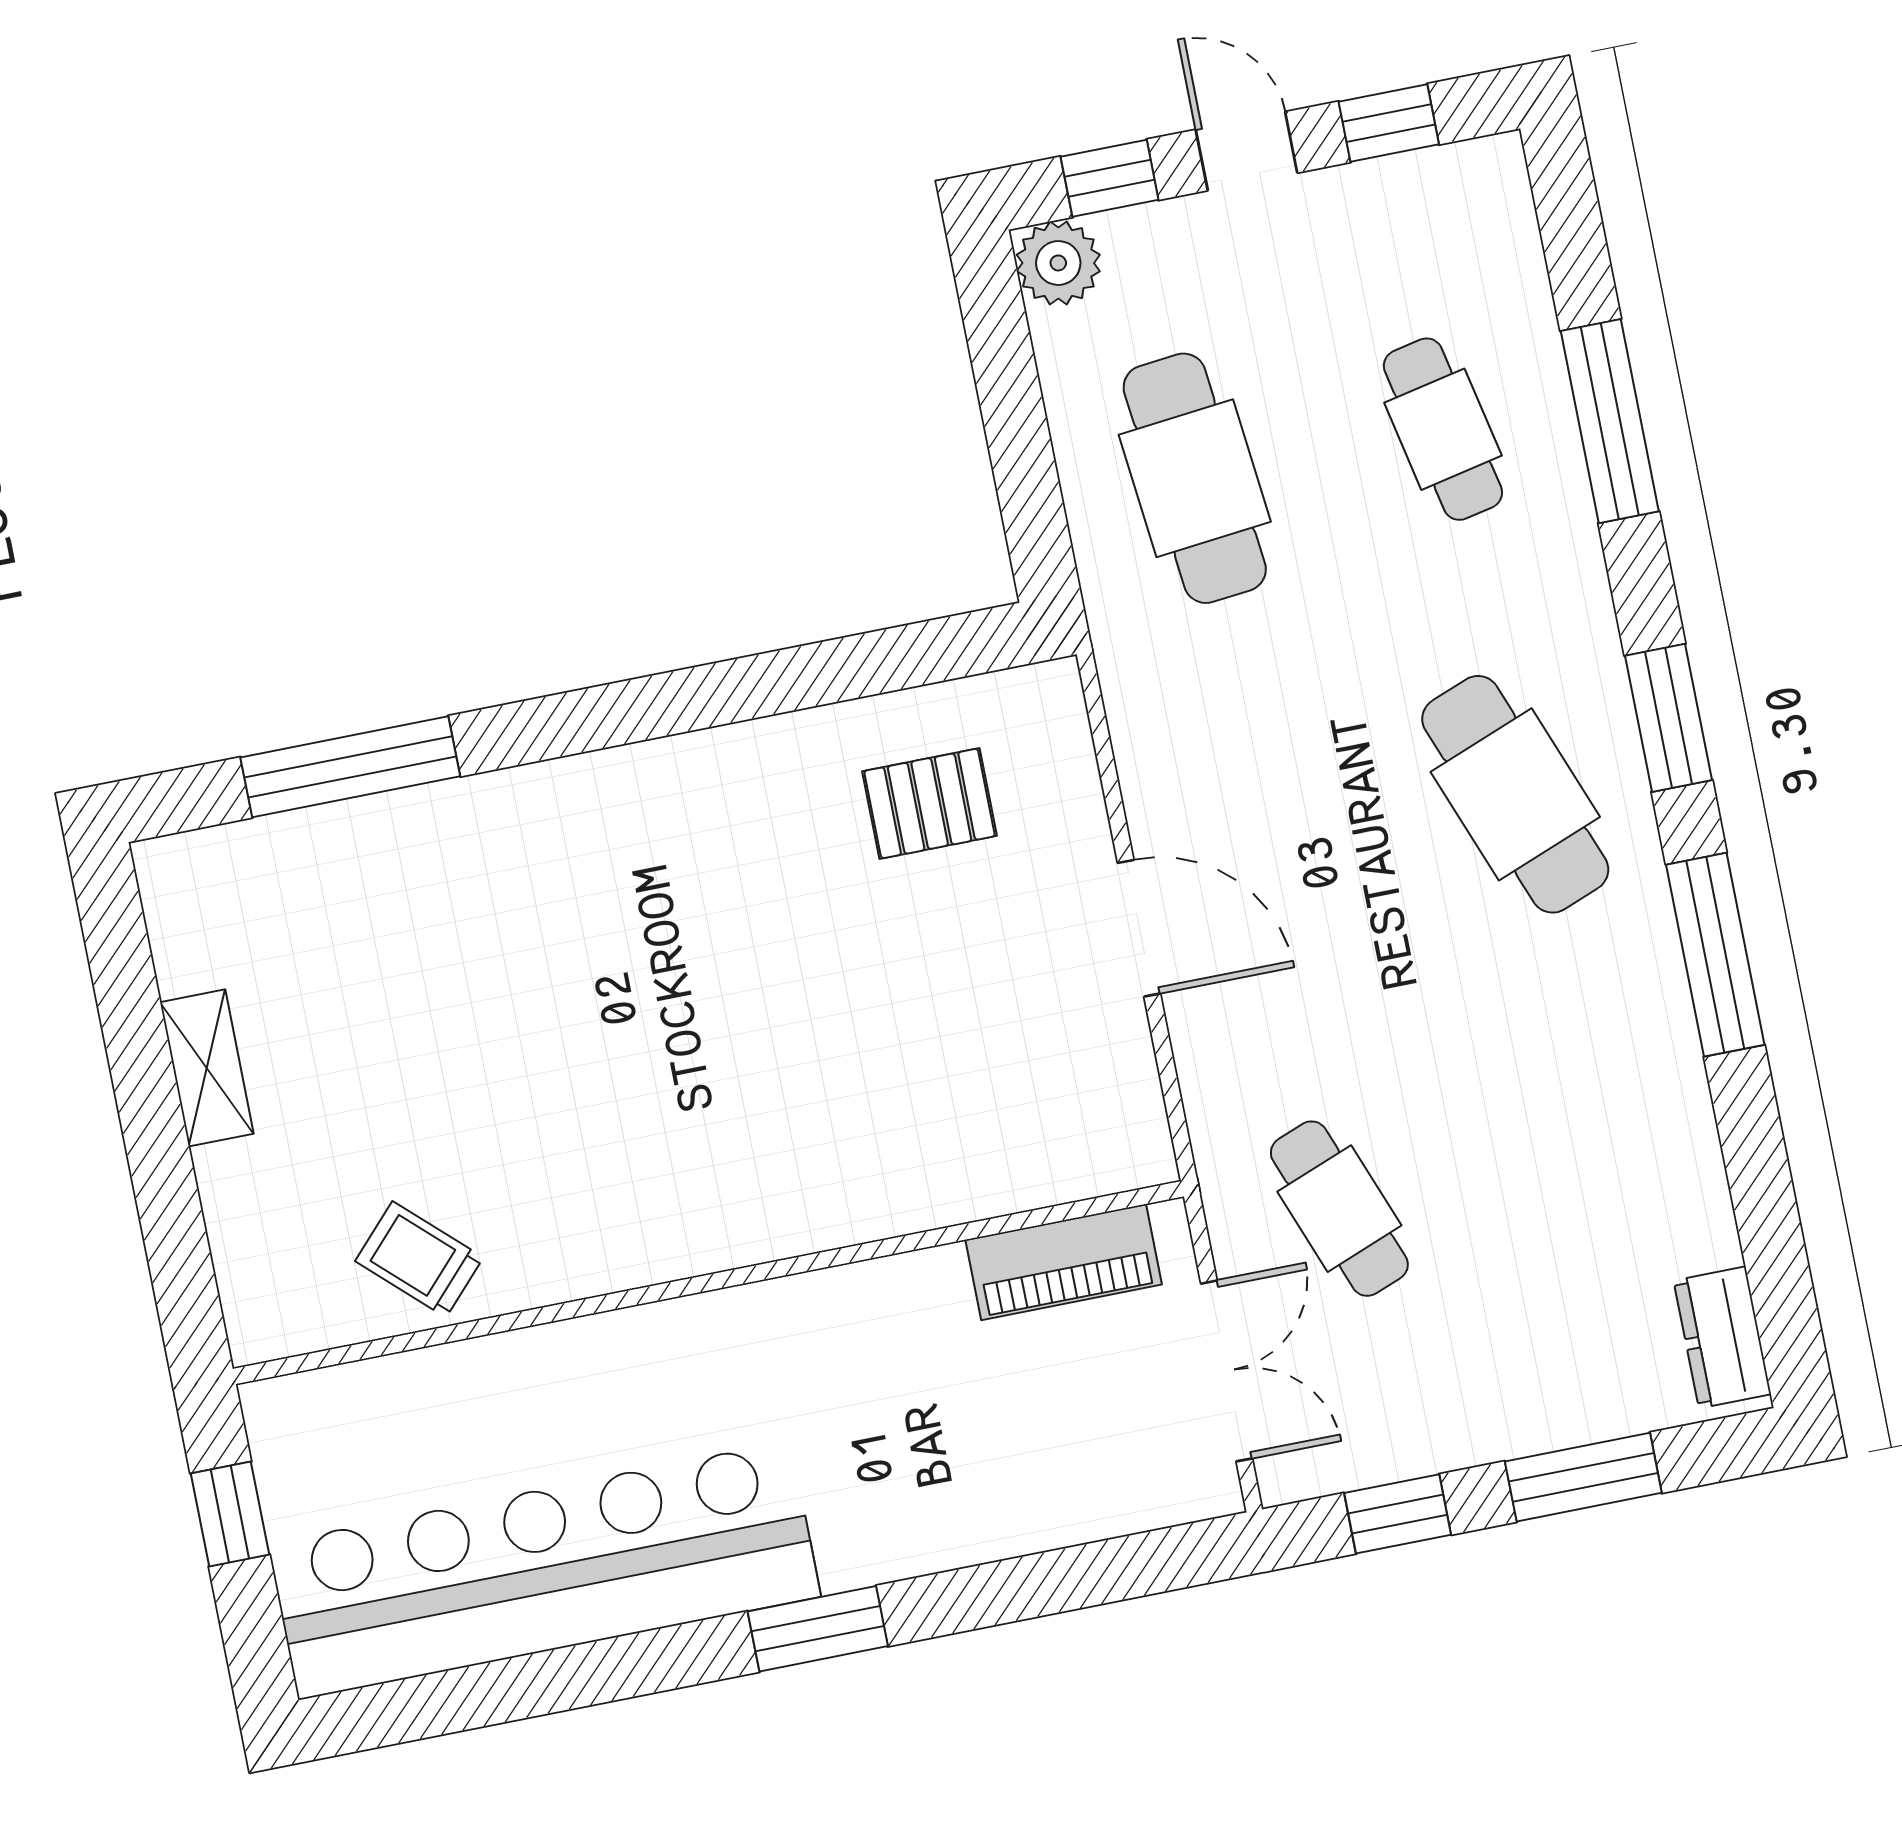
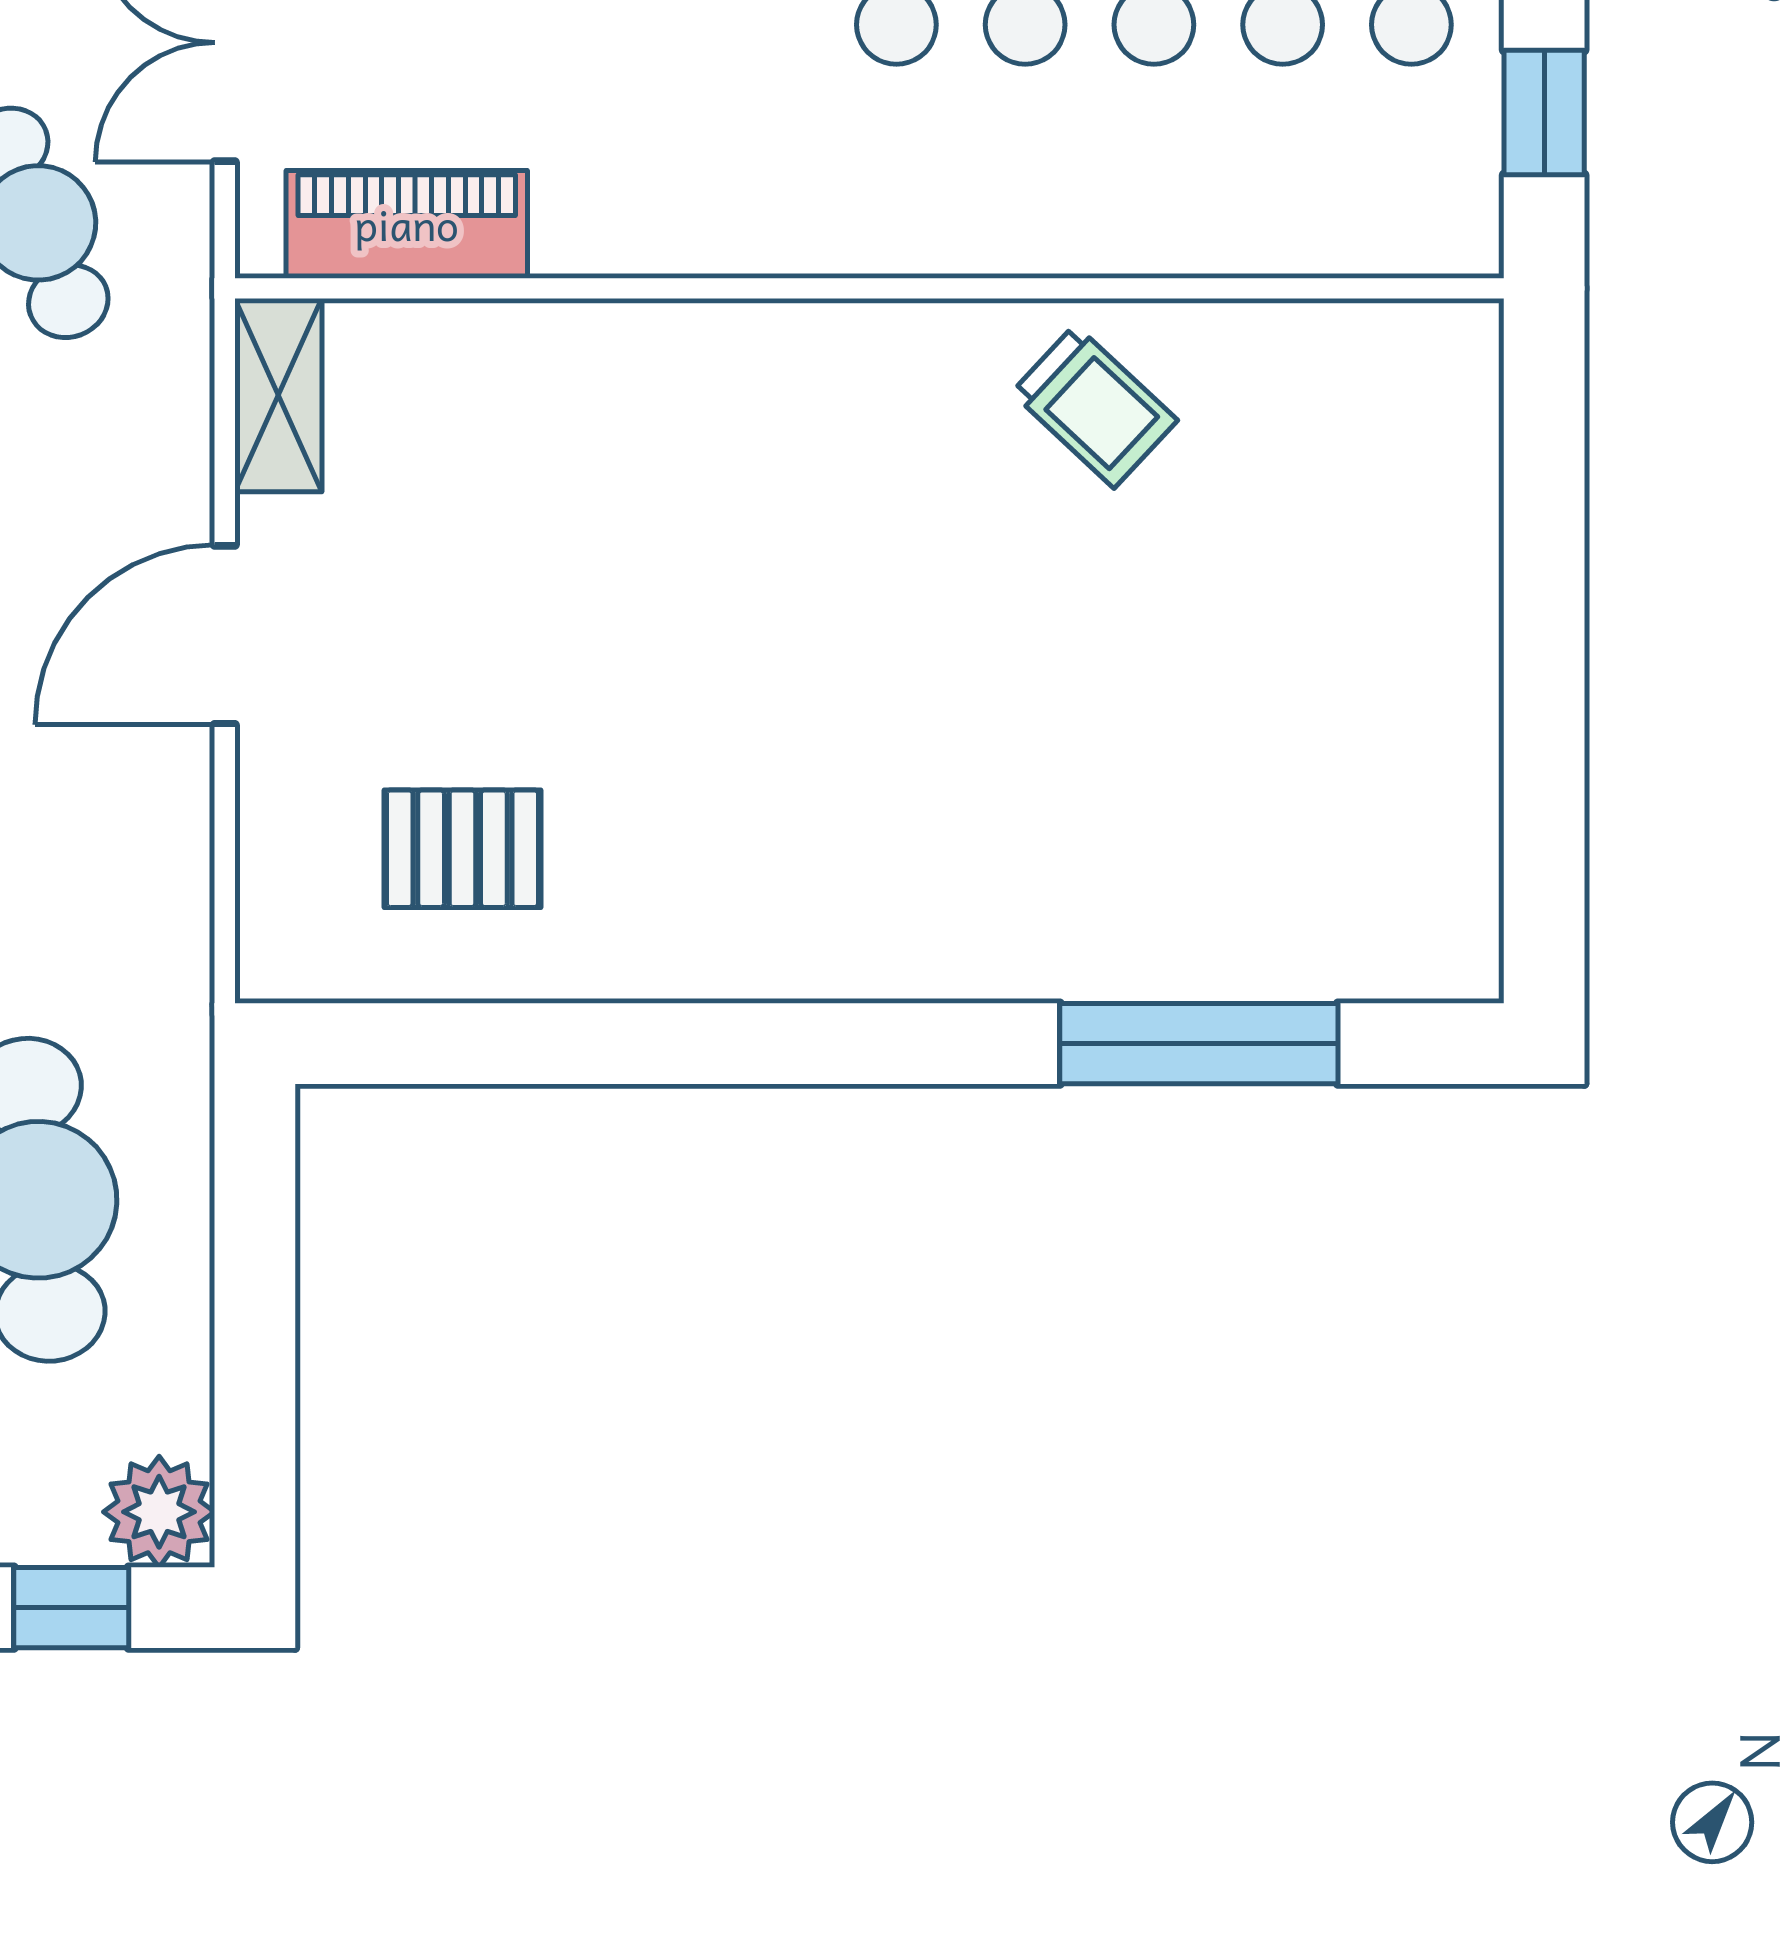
door: (1139, 928) -> (225, 635), hinge flipped
shelving: (207, 1068) -> (278, 395), moved
trolley: (419, 1259) -> (1095, 406), moved

